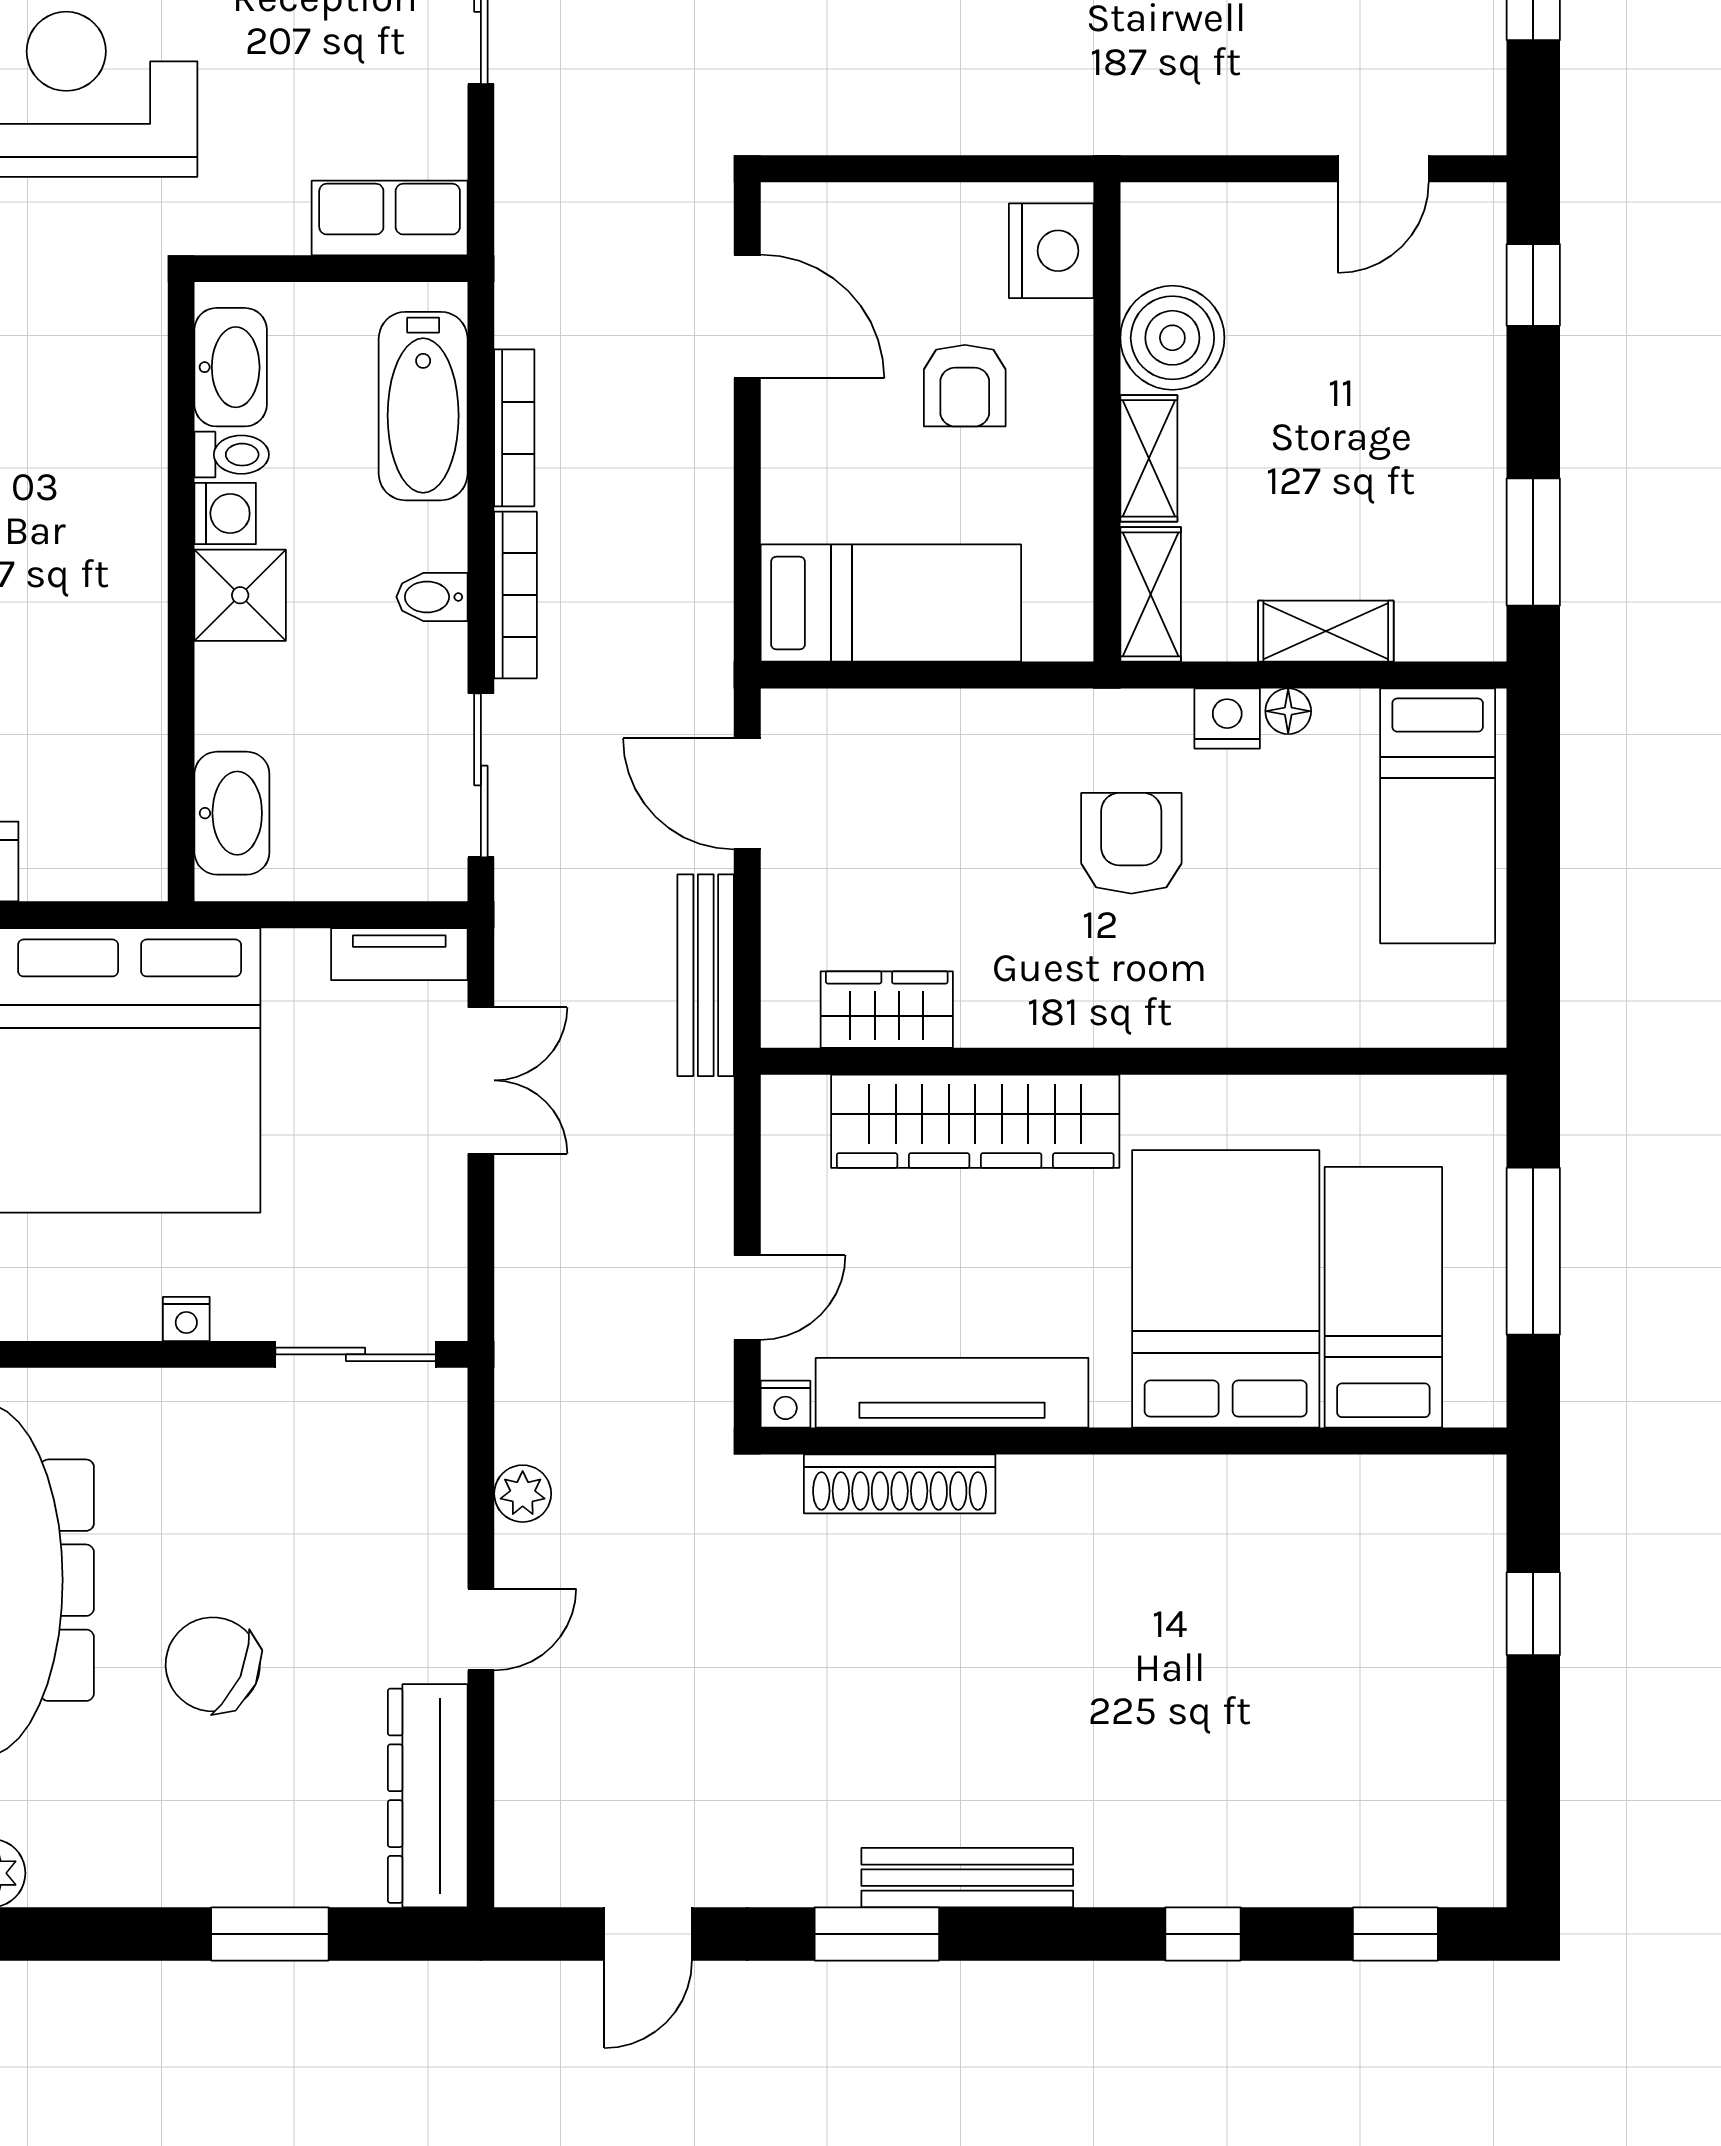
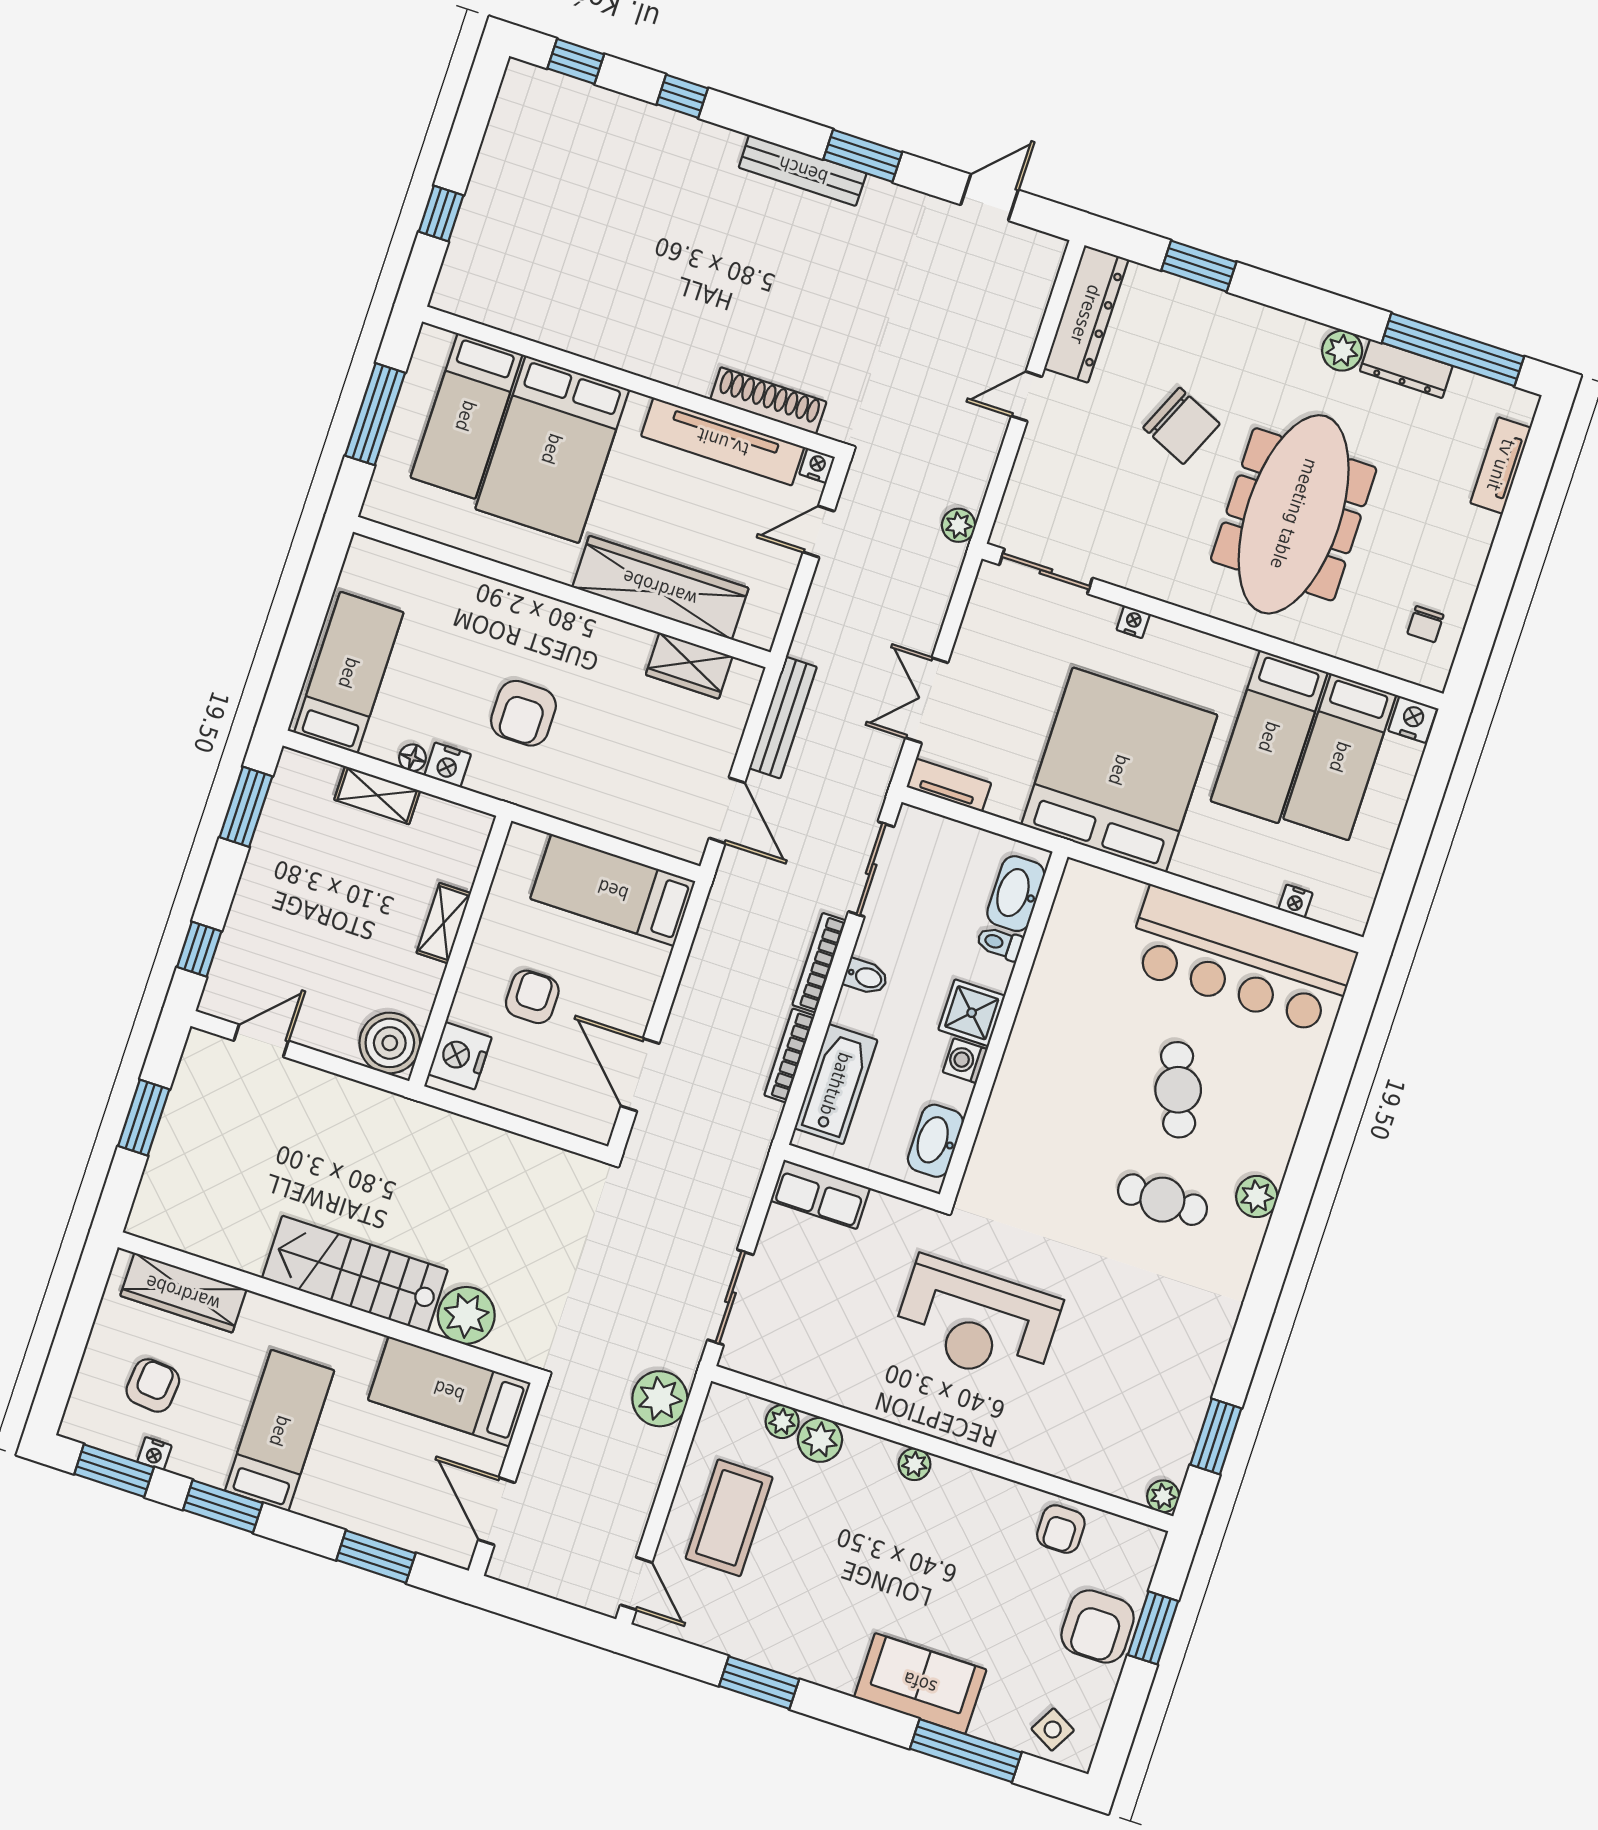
boiler: (1172, 338) -> (390, 1043), moved
toilet: (232, 455) -> (1000, 943), moved
shelving: (1151, 594) -> (467, 847), removed
plant: (523, 1494) -> (959, 525), moved

